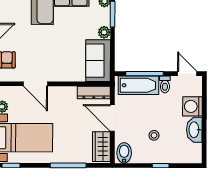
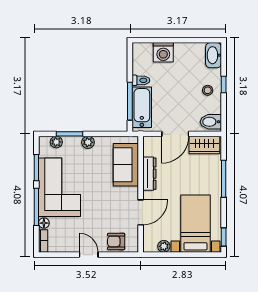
sofa: (98, 61) -> (126, 165), moved, turned 90
door: (187, 74) -> (130, 58), removed
dresser: (94, 93) -> (149, 174), moved
washbasin: (194, 130) -> (214, 55), moved, turned 90
stool: (154, 135) -> (208, 90), moved

